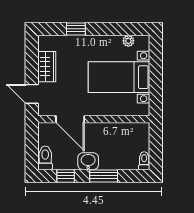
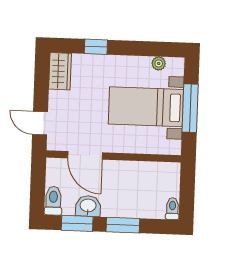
wardrobe: (47, 67) -> (60, 71), moved
window: (156, 77) -> (190, 108), added
washbasin: (88, 161) -> (88, 206), moved
window: (66, 176) -> (77, 223), width x1.50

